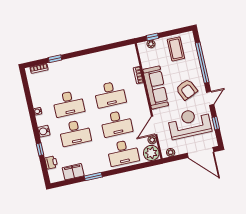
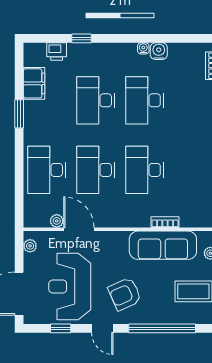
sofa: (156, 88) -> (163, 245), moved
reception desk: (189, 123) -> (70, 286), turned 180
water cooler: (44, 131) -> (159, 51), moved
plant: (151, 153) -> (36, 215), removed

